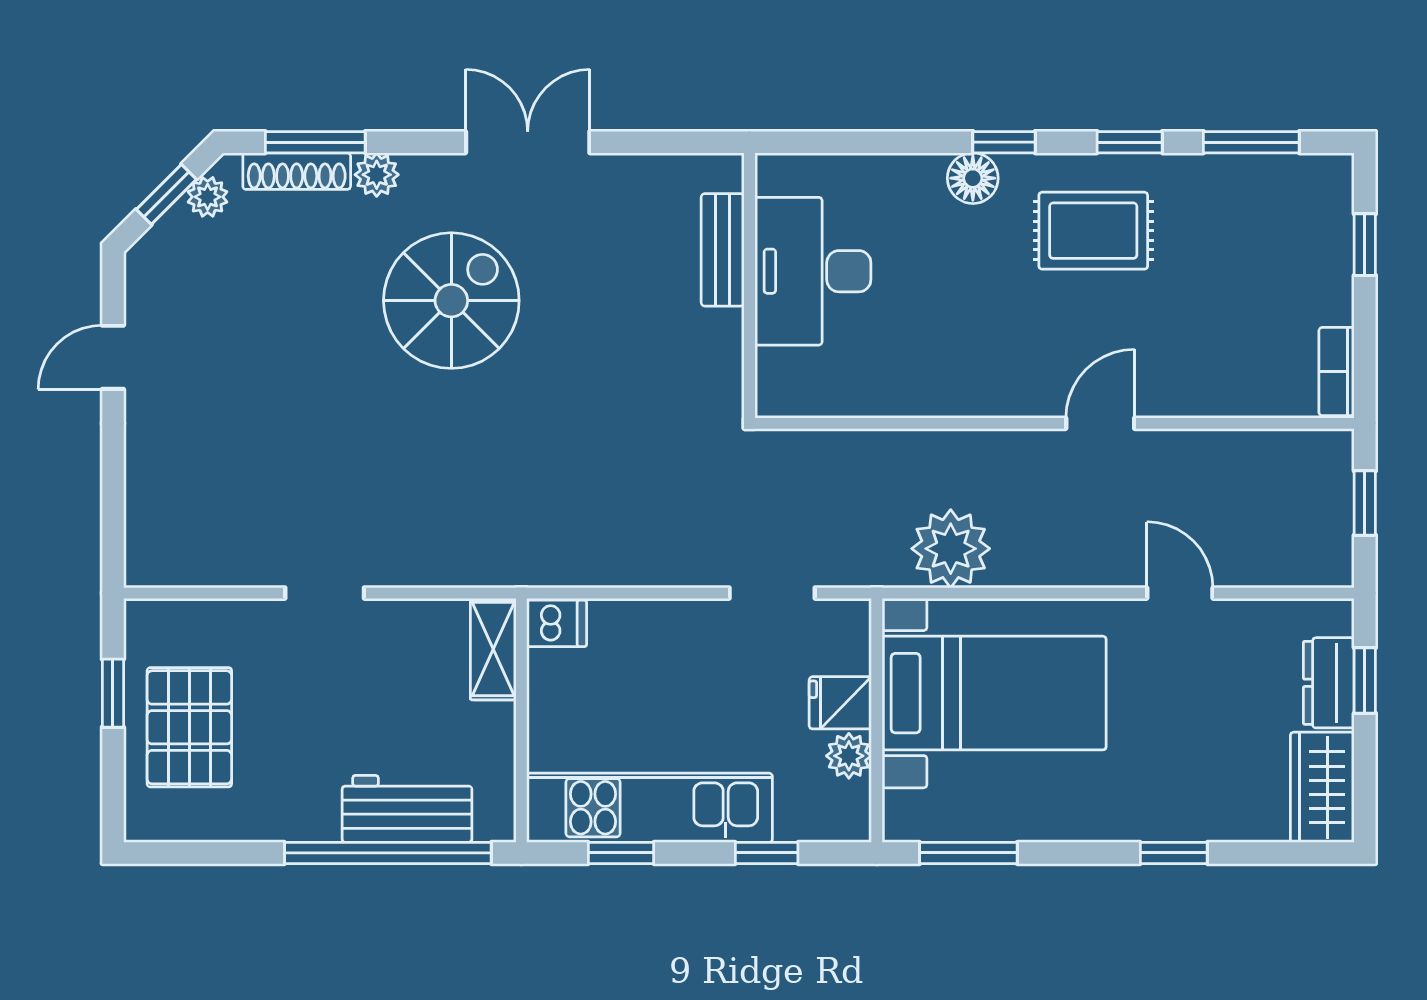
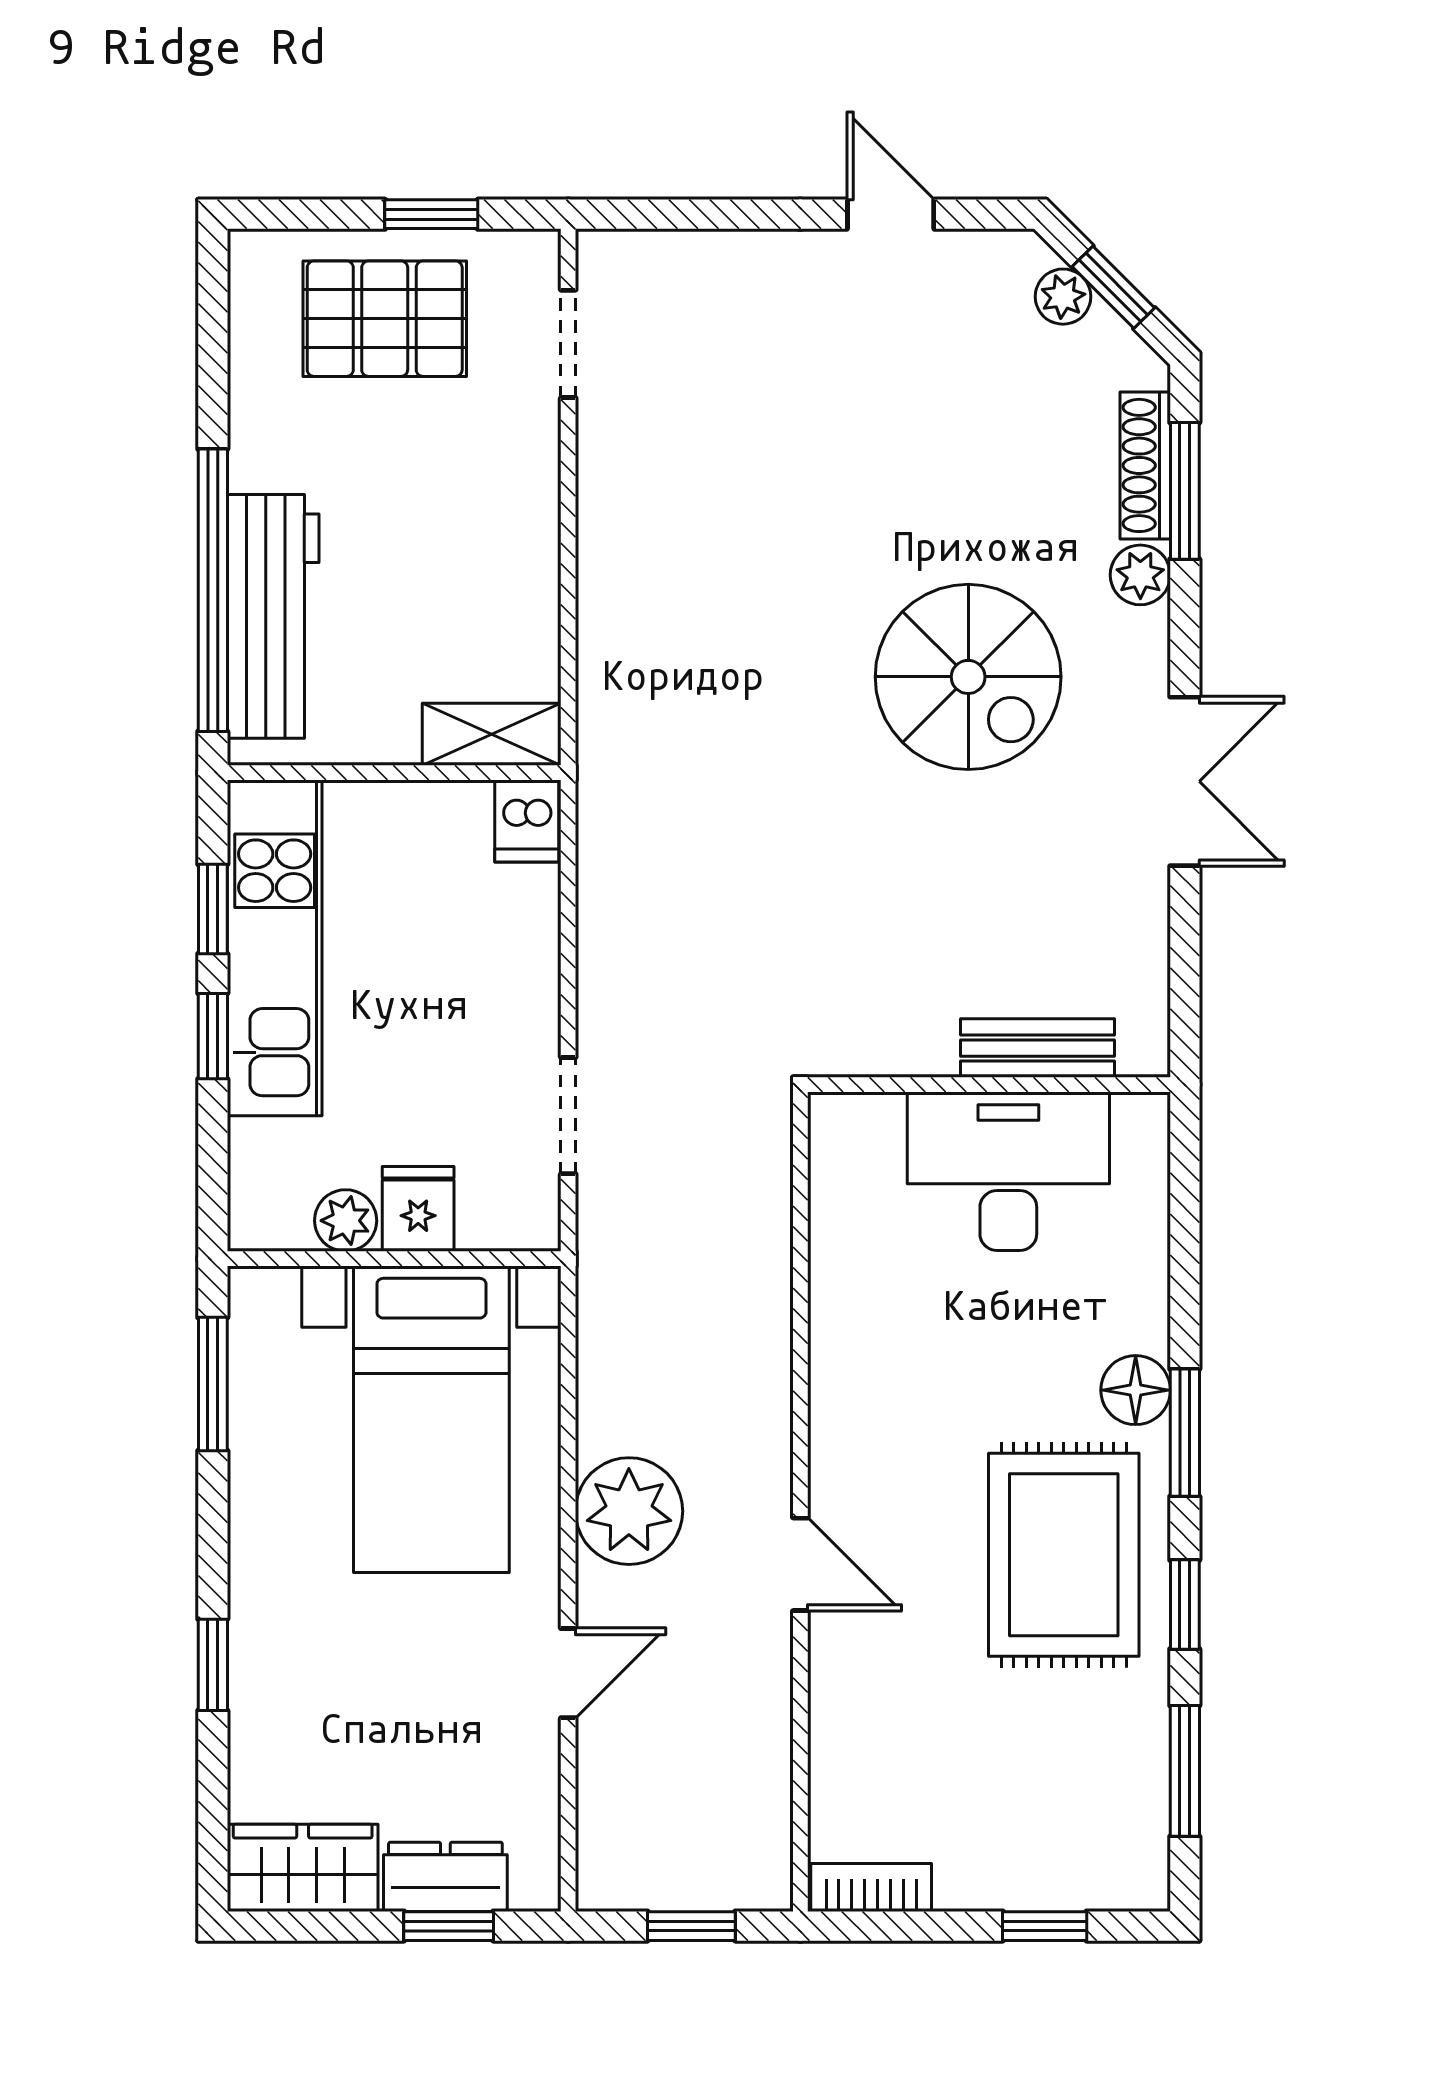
window: (1004, 142) -> (1185, 1433), width x1.50
plant: (208, 197) -> (1063, 297), moved
rug: (1093, 231) -> (1064, 1555), width x1.36, depth x1.43
plant: (951, 549) -> (629, 1511), moved
doorway: (325, 593) -> (568, 344), moved
workbench: (407, 809) -> (273, 616), width x1.38
window: (767, 853) -> (213, 1036), moved

